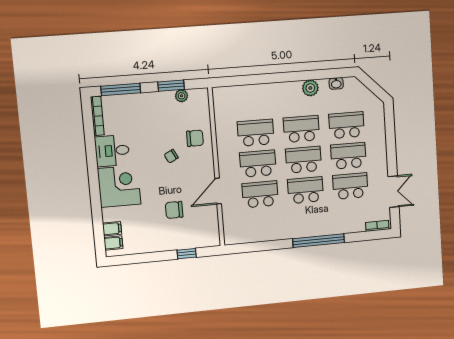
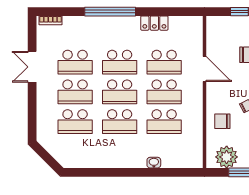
washbasin: (336, 83) -> (154, 163), moved
plant: (310, 88) -> (108, 160), removed
plant: (182, 96) -> (227, 157), width x1.88, depth x1.88
door: (218, 191) -> (204, 69), hinge flipped
double door: (393, 192) -> (32, 67), moved
locker: (273, 233) -> (154, 23), added

